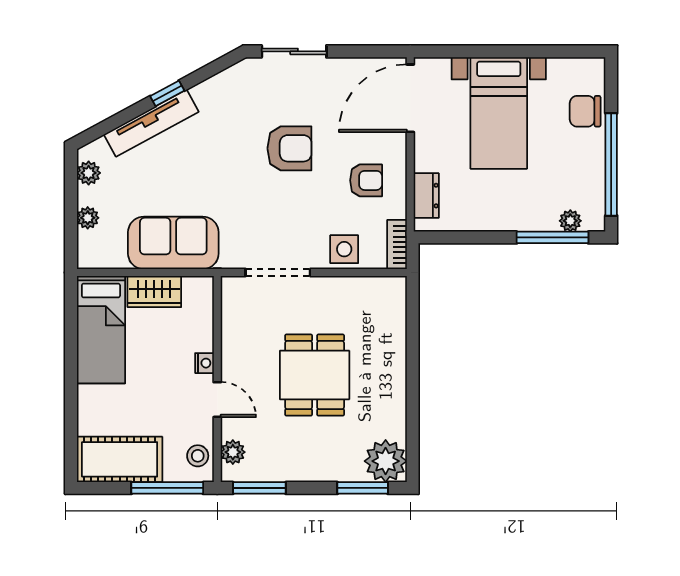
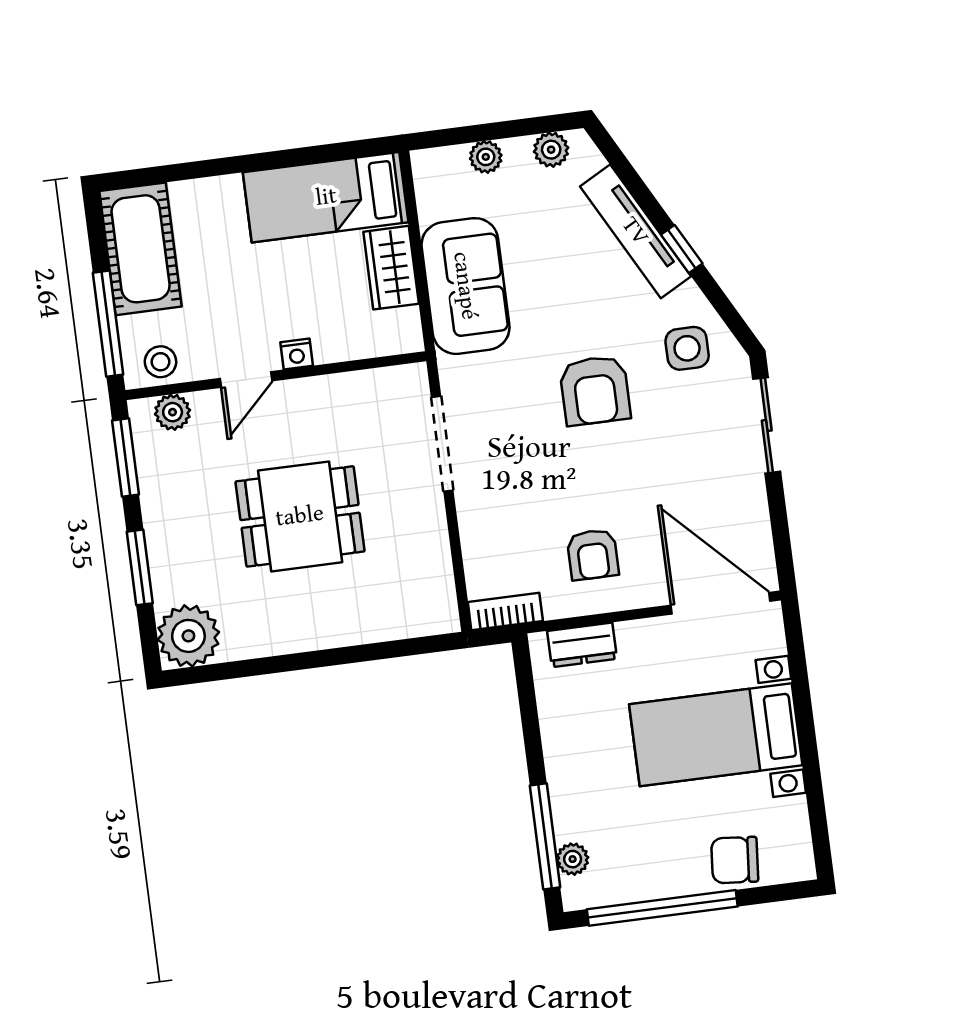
chair: (585, 111) -> (735, 860), turned -85
armchair: (289, 148) -> (595, 390), moved
side table: (344, 249) -> (687, 348), moved
window: (363, 488) -> (140, 567), moved

